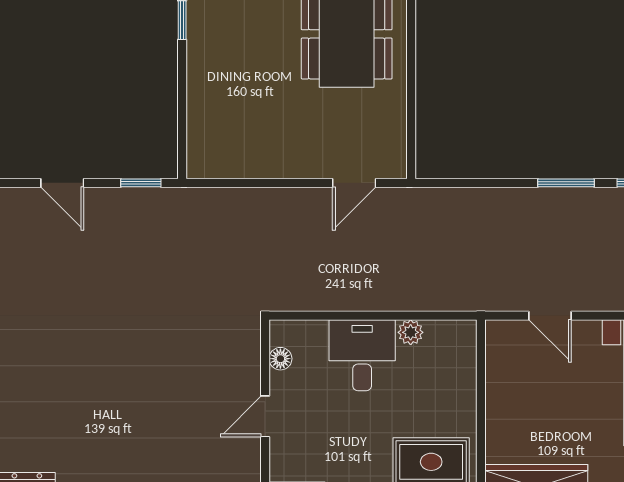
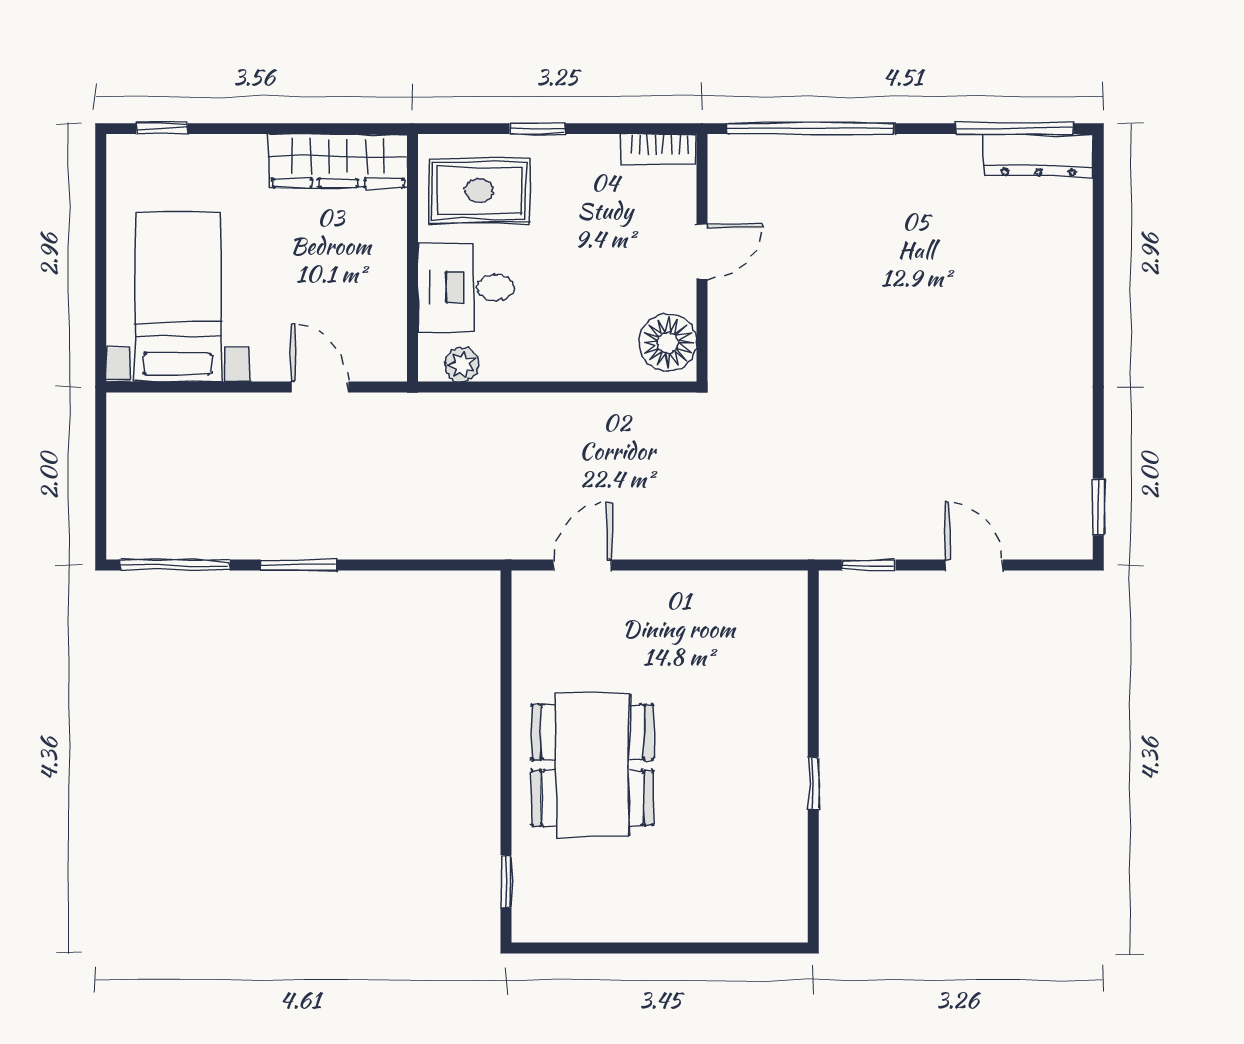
plant: (411, 332) -> (462, 365), moved
desk: (362, 355) -> (466, 288), moved, turned 90
floor lamp: (280, 359) -> (668, 343), width x1.89, depth x1.89

